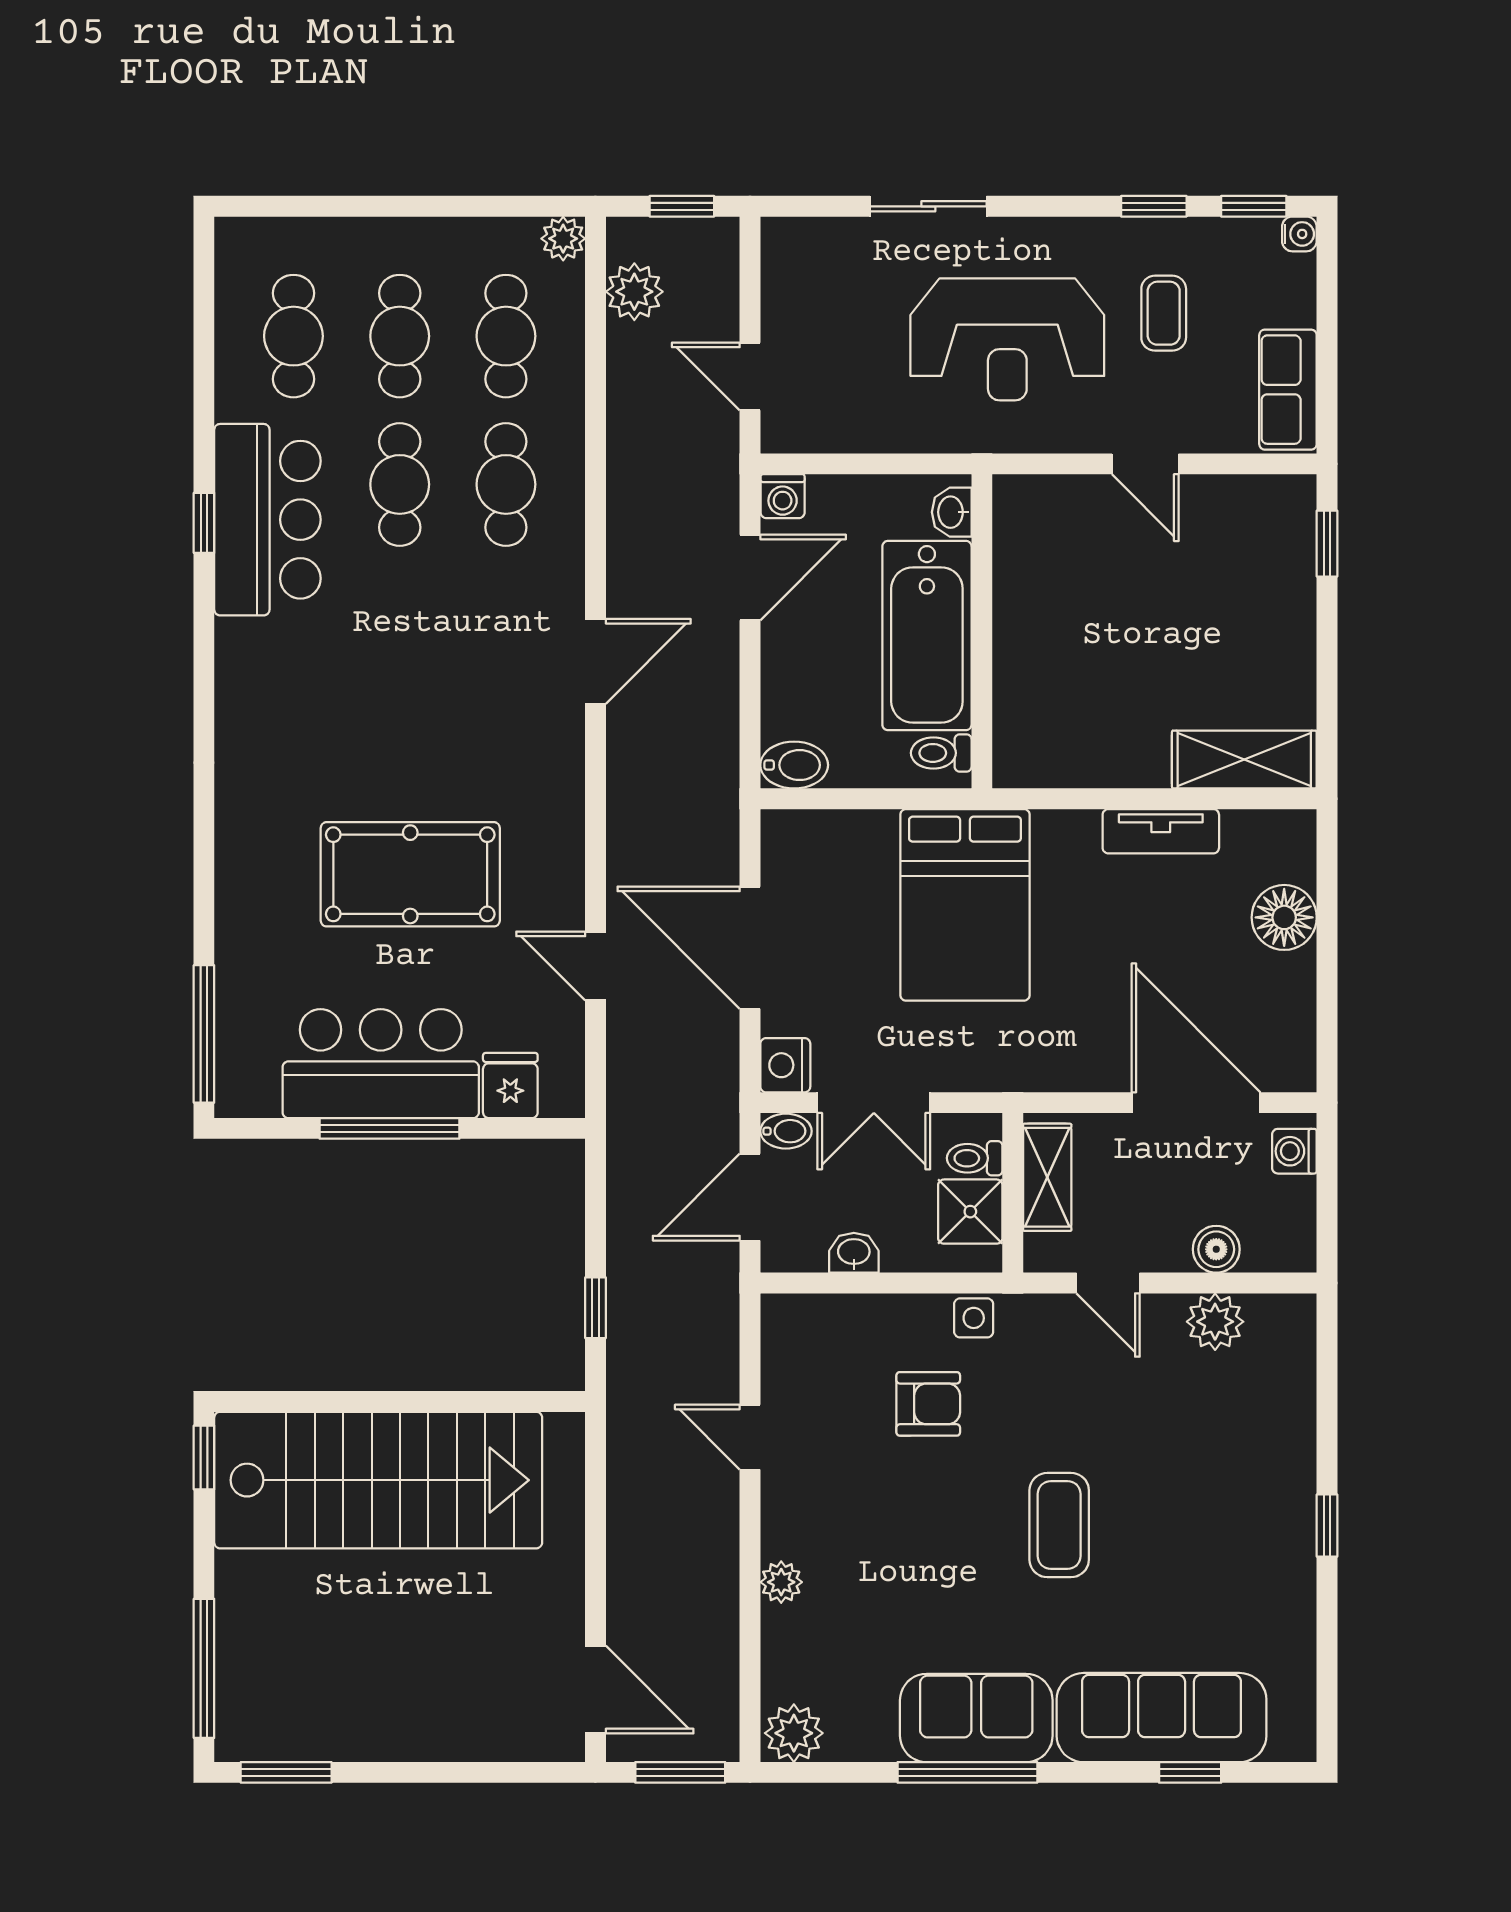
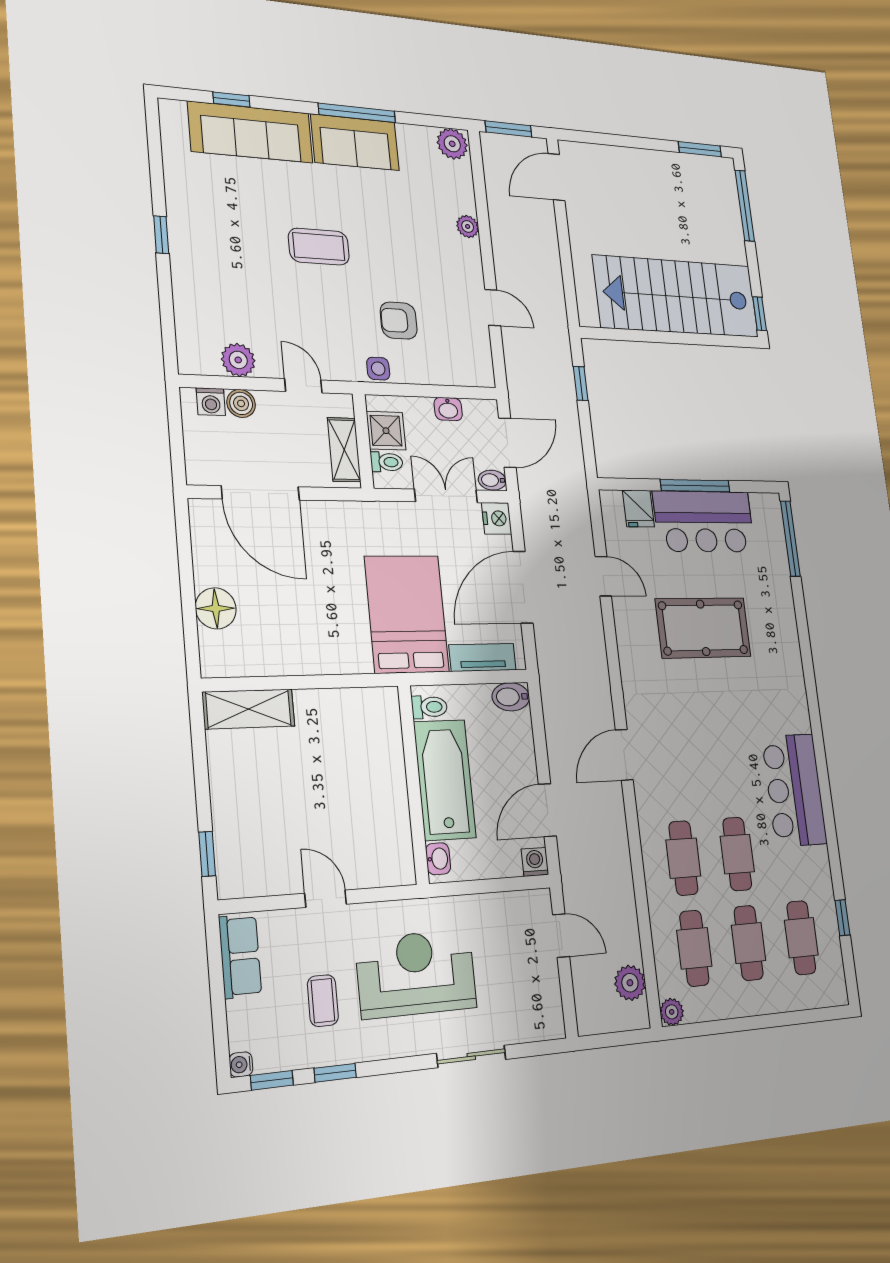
window: (682, 206) -> (610, 1040), removed
bar counter: (267, 520) -> (794, 790), moved
window: (204, 523) -> (842, 918), moved
tv unit: (1161, 831) -> (483, 657), moved
door: (750, 948) -> (523, 587), swing flipped
washing machine: (1294, 1151) -> (211, 402), moved, turned 90
coffee table: (1059, 1525) -> (319, 247), turned 90
door: (595, 1690) -> (556, 177), hinge flipped

